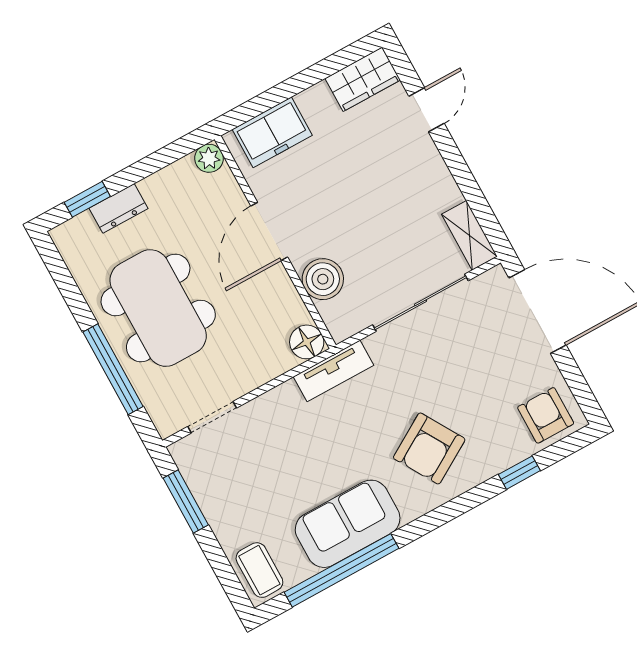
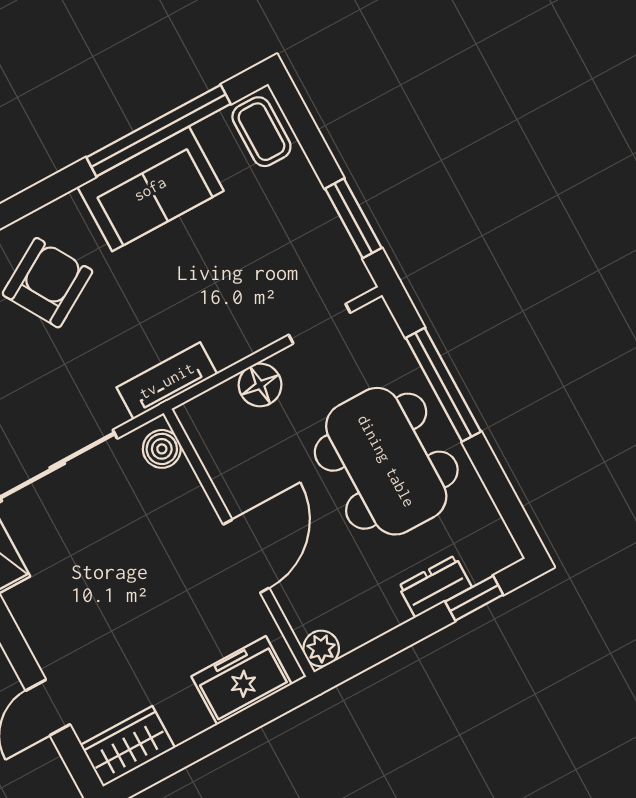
boiler: (323, 279) -> (162, 449), moved, width x0.73, depth x0.73
floor lamp: (307, 342) -> (260, 385), moved

